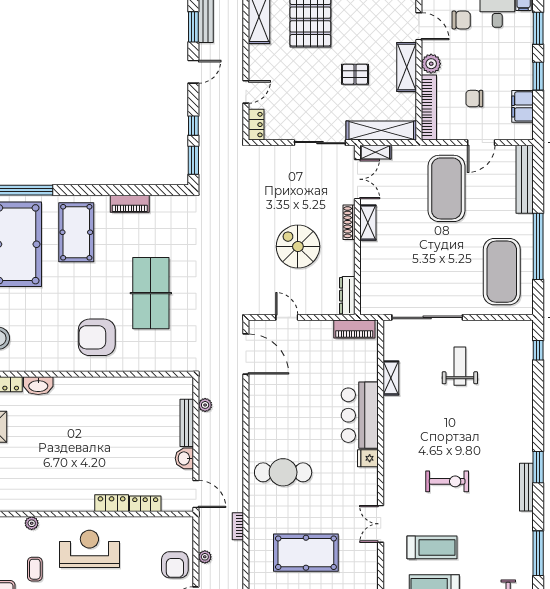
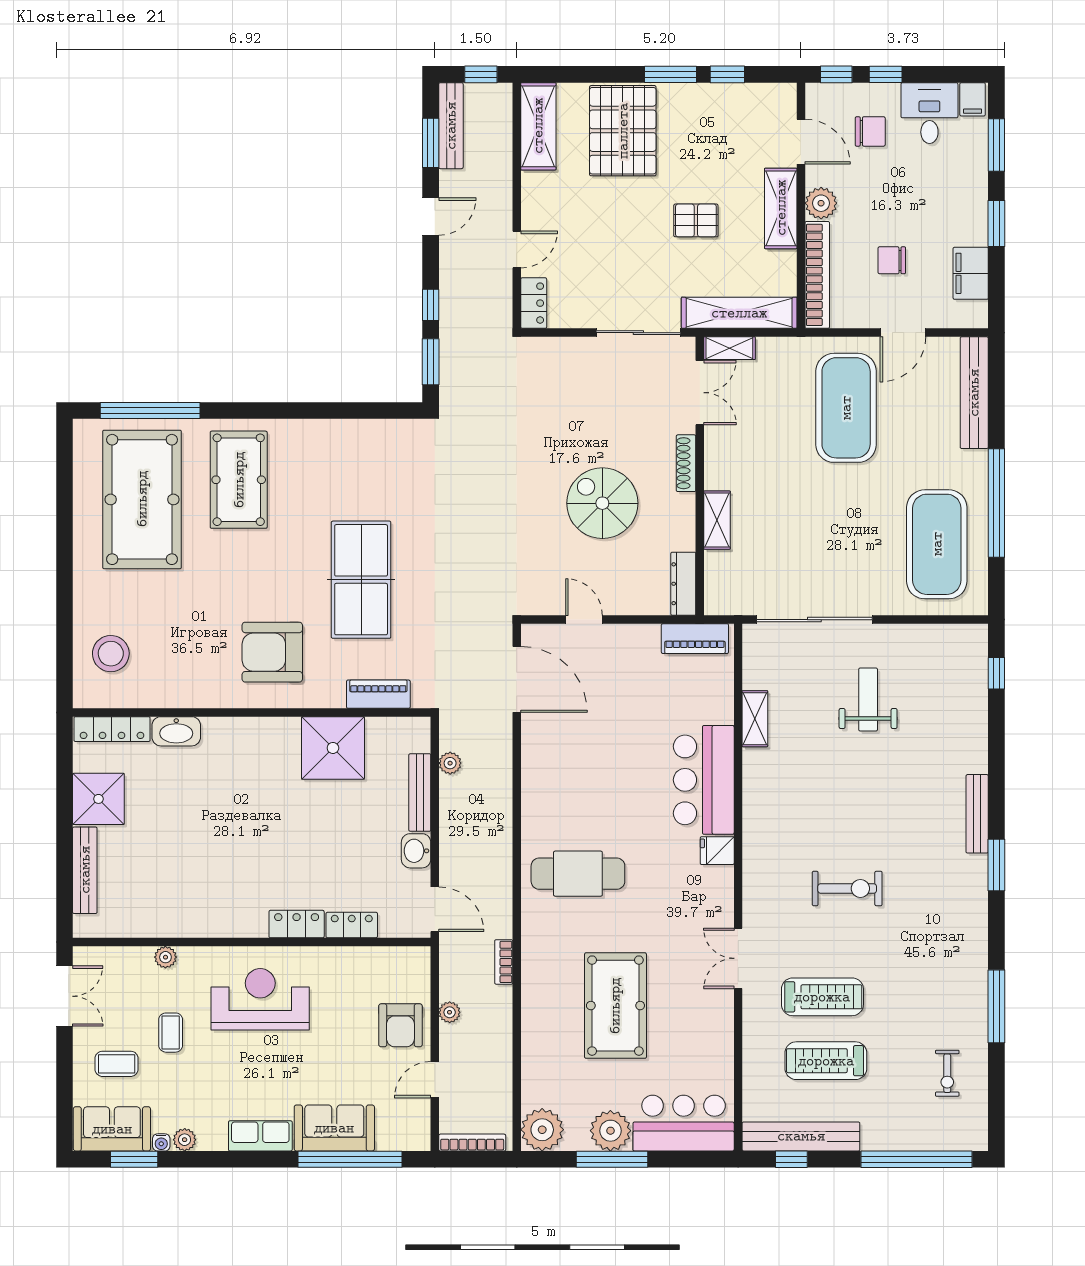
piano: (130, 204) -> (378, 694), moved, turned 180
shelving: (368, 223) -> (717, 520), moved
shower: (134, 396) -> (333, 748), added
bench: (526, 487) -> (977, 814), moved
pool table: (306, 553) -> (615, 1006), turned 90

